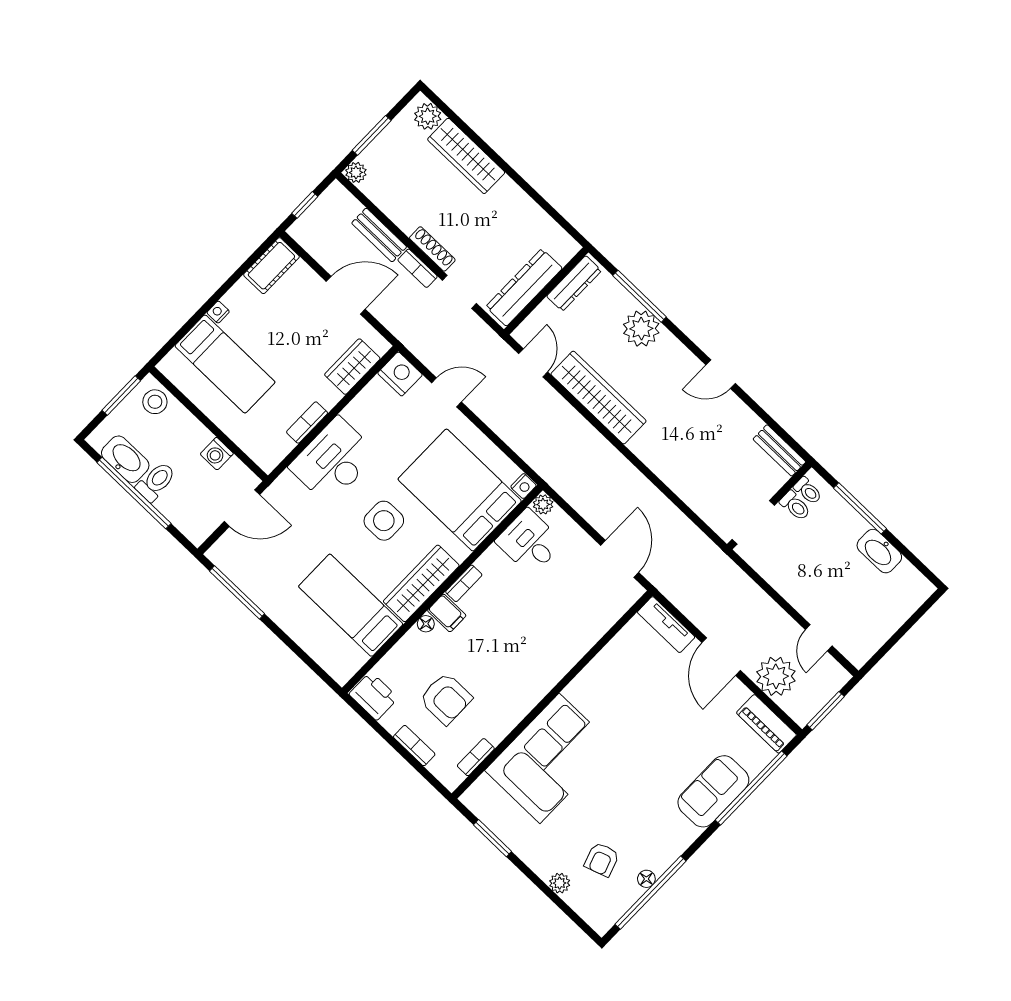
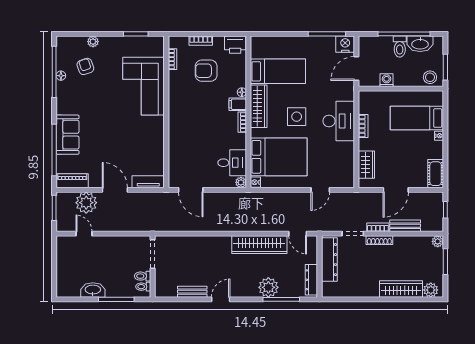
nightstand: (400, 374) -> (345, 44), moved, turned 180
bench: (779, 450) -> (192, 292), moved

